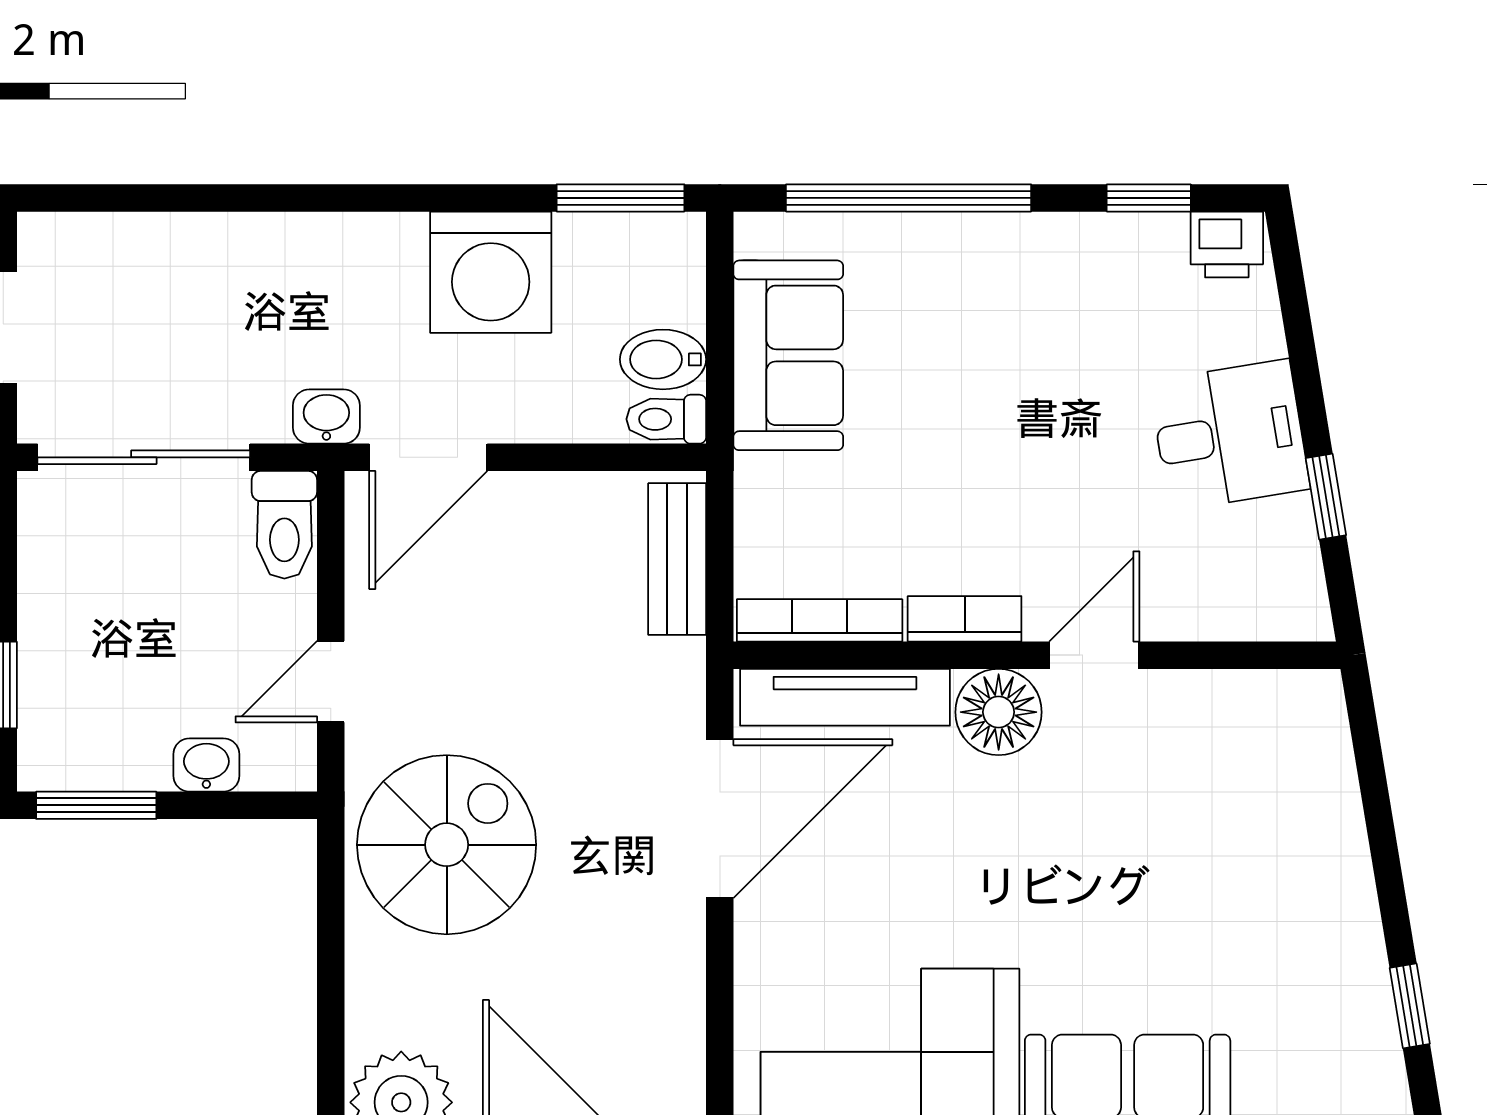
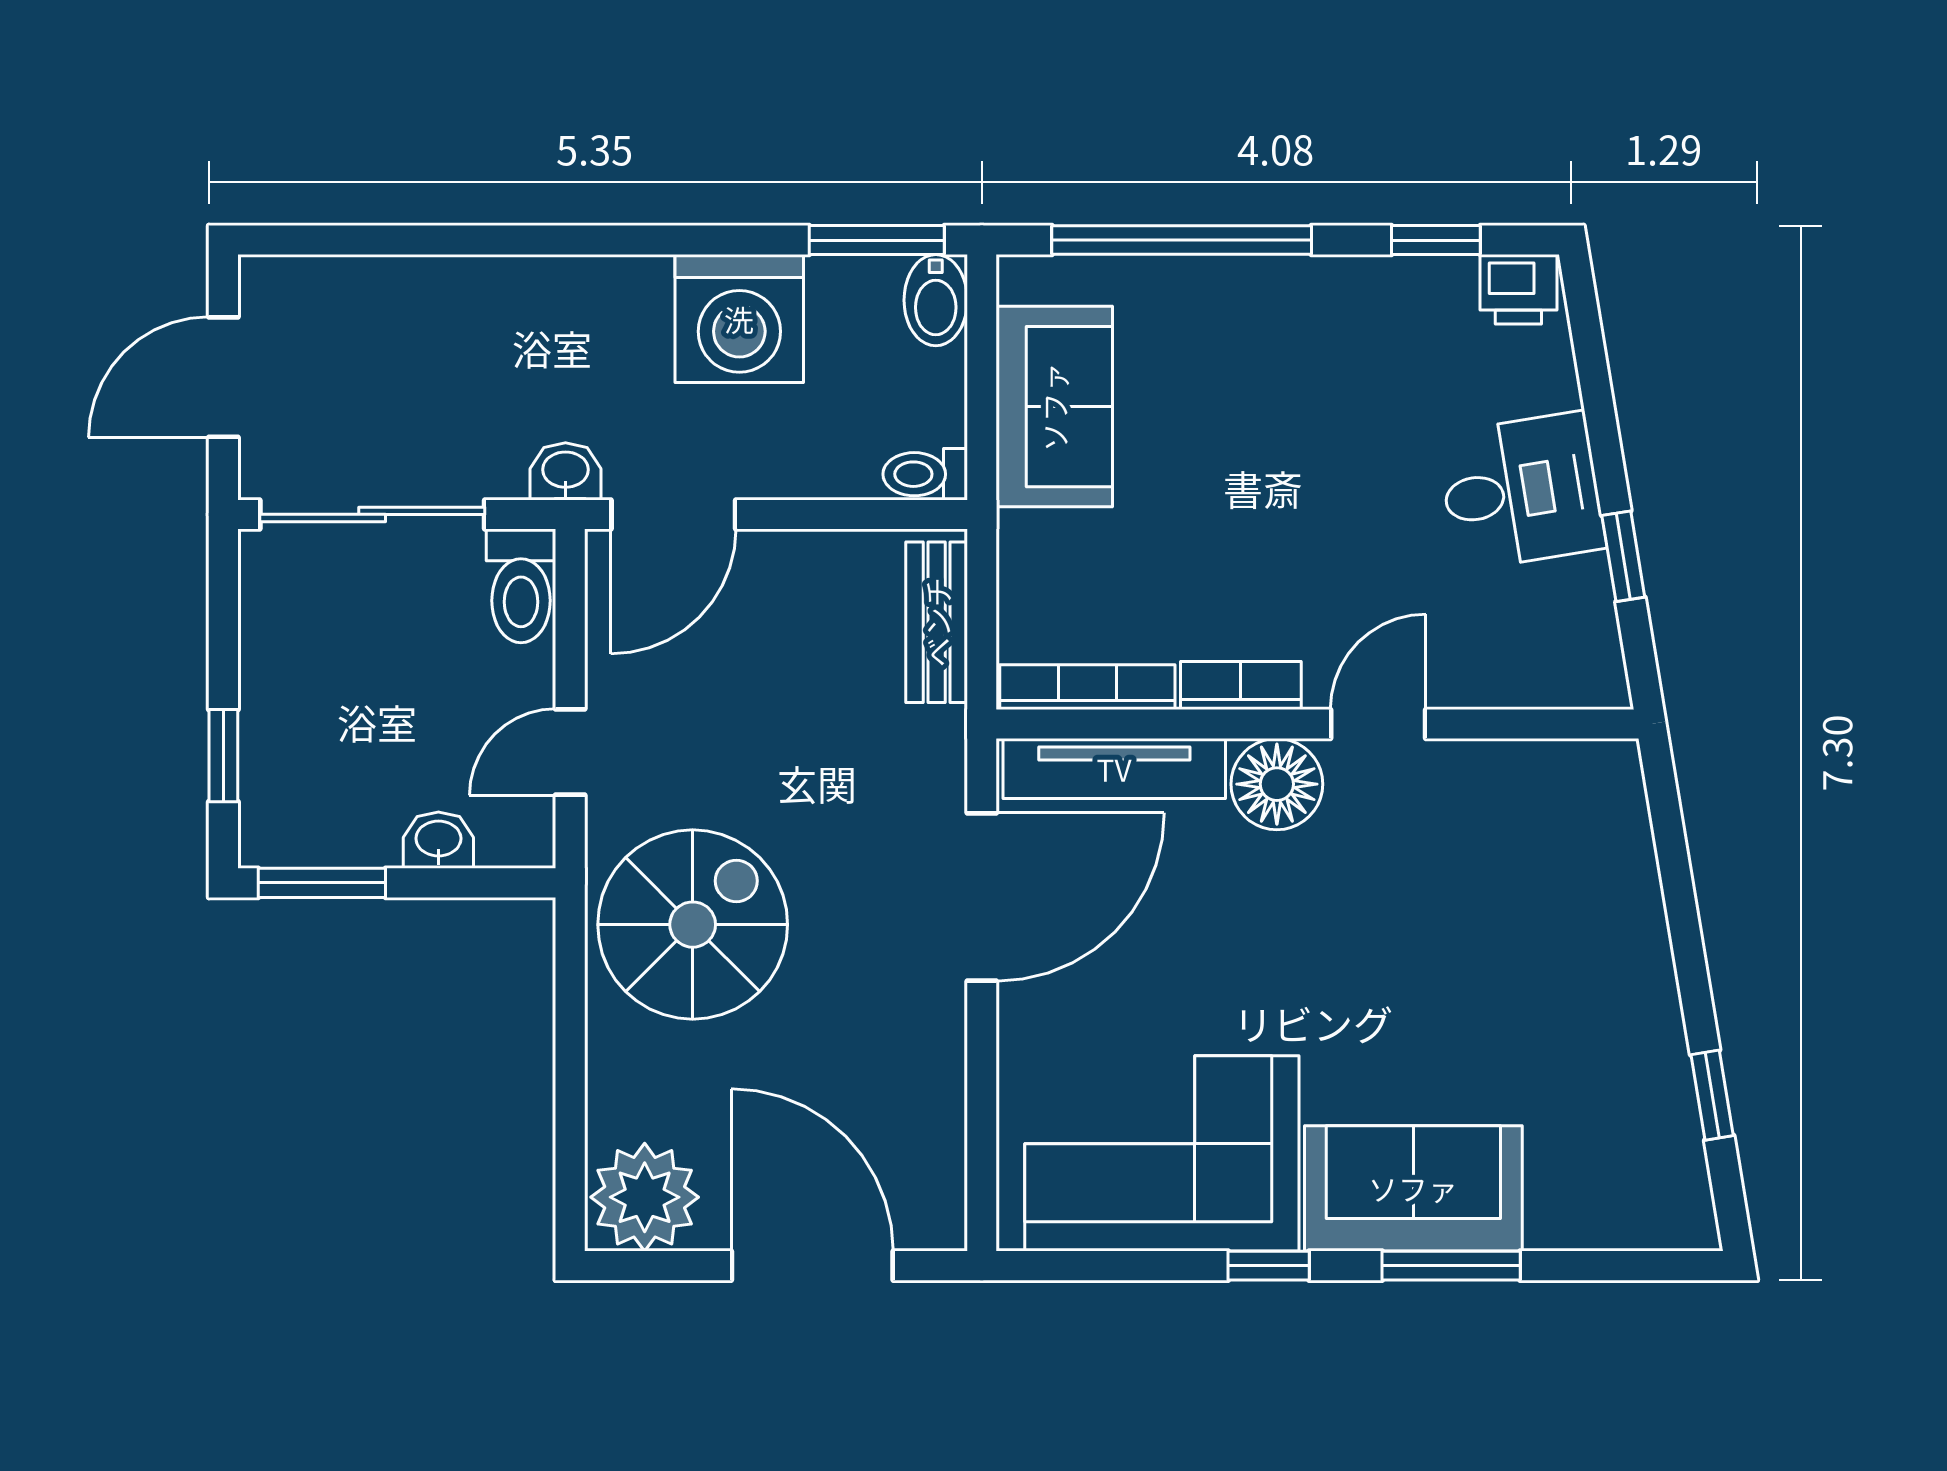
bidet: (663, 359) -> (936, 300), moved, turned -90

